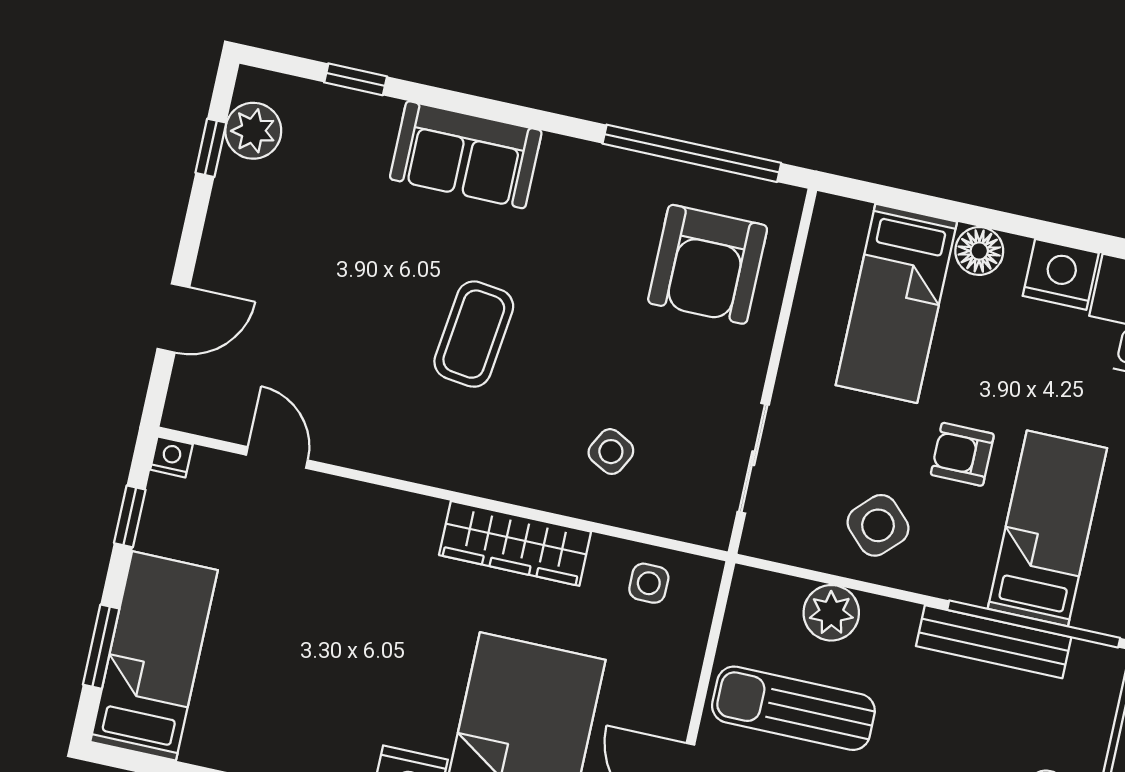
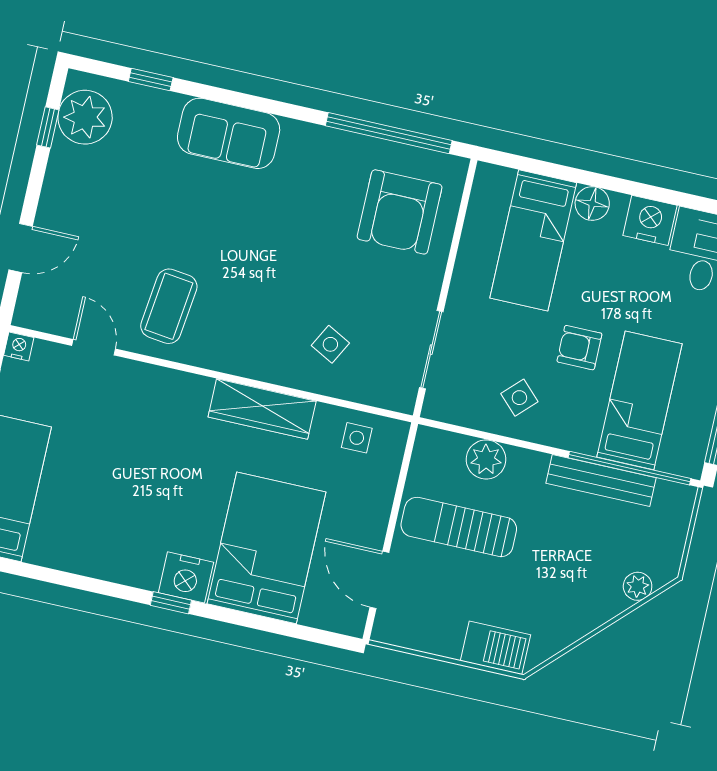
plant: (253, 131) -> (85, 117), width x1.36, depth x1.36
coffee table: (474, 334) -> (169, 306), moved
side table: (878, 525) -> (519, 398), width x0.73, depth x0.73

